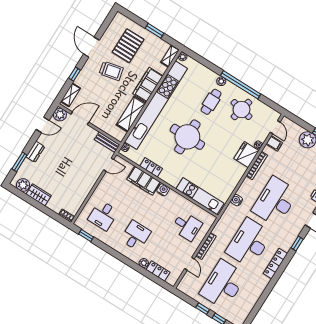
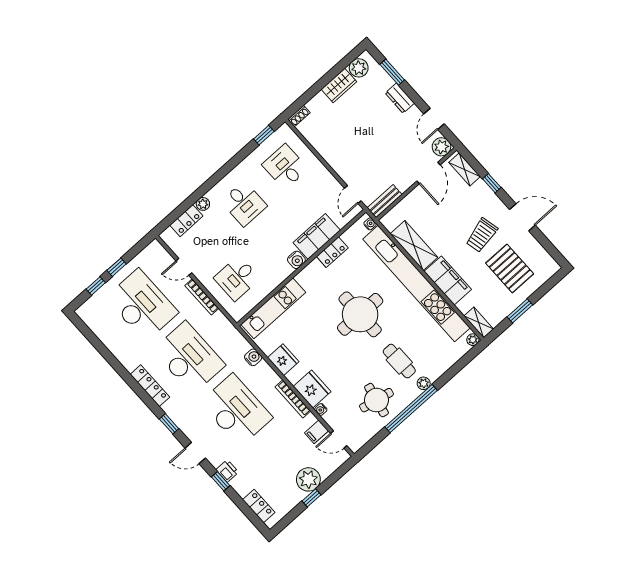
fridge: (232, 180) -> (283, 360), added

